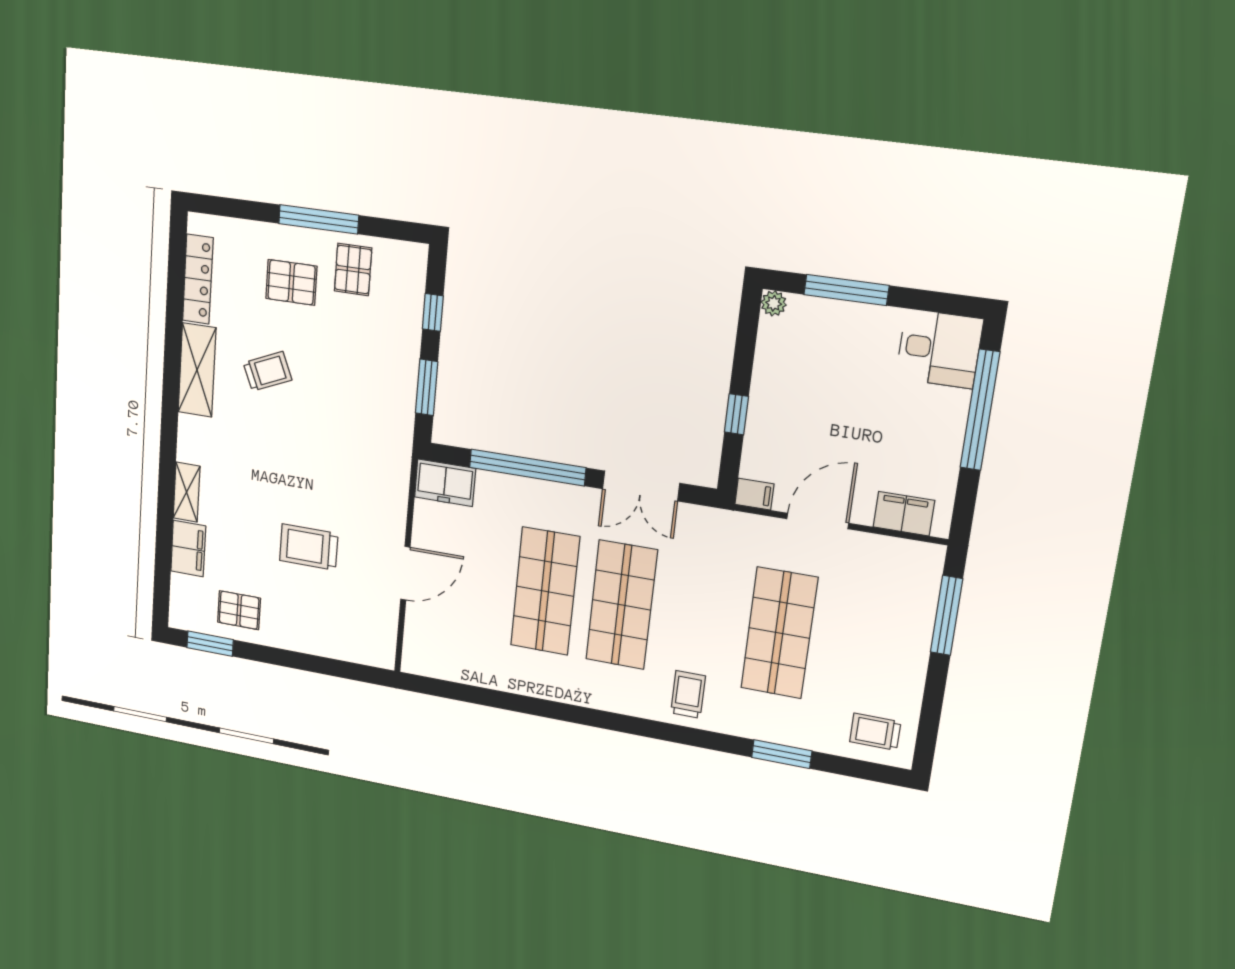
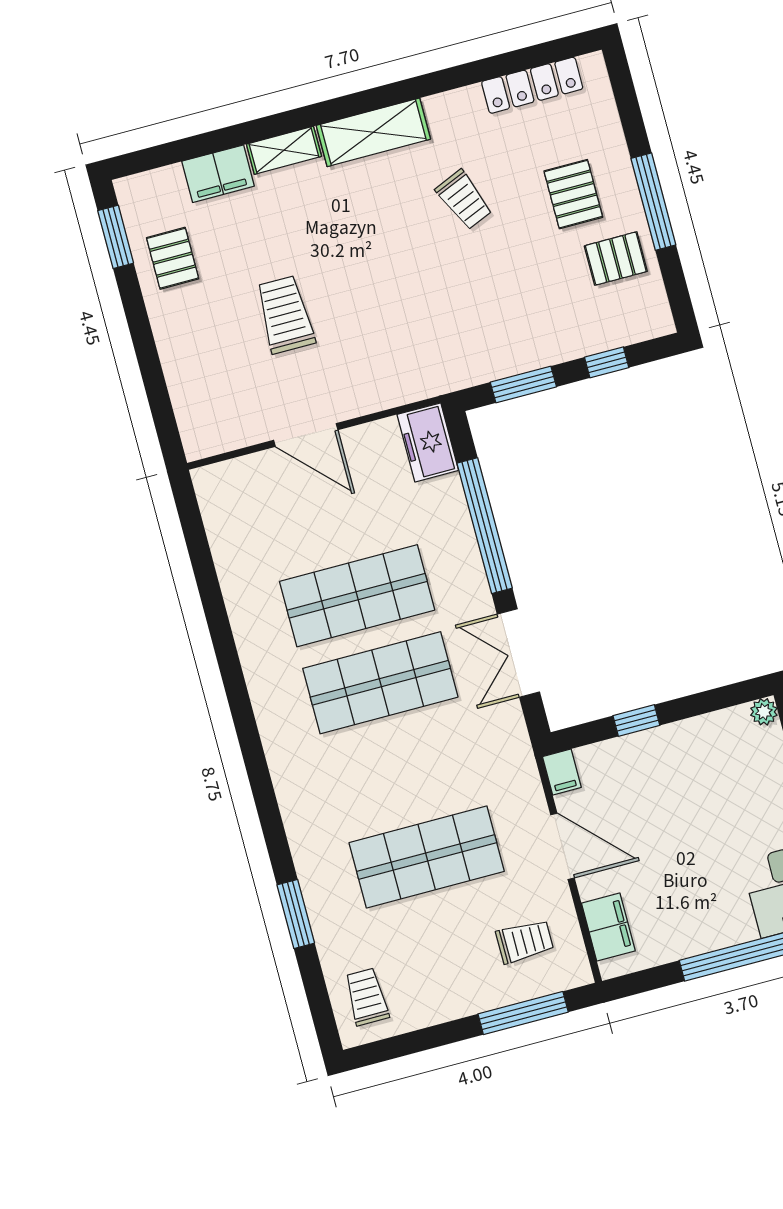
shelving: (197, 370) -> (373, 132), moved
trolley: (688, 694) -> (525, 941), moved

